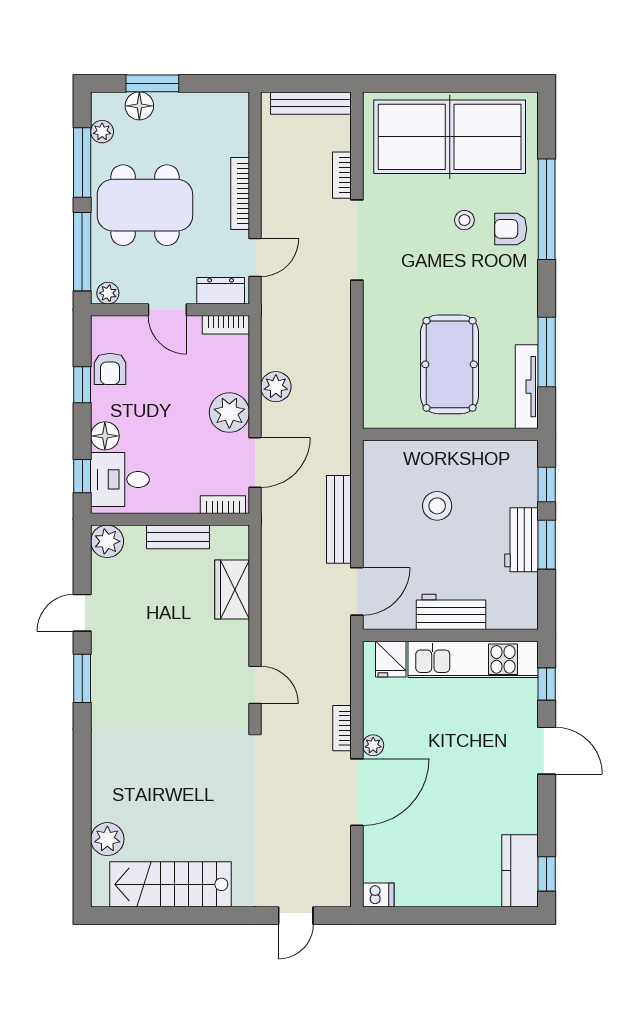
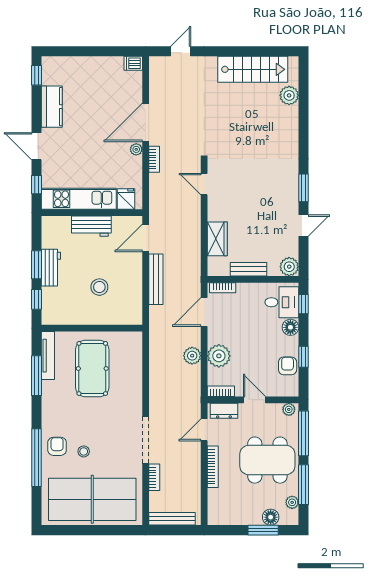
armchair: (511, 229) -> (57, 446), turned -90
plant: (229, 413) -> (219, 356), moved
kitchen counter: (520, 871) -> (52, 107), moved

